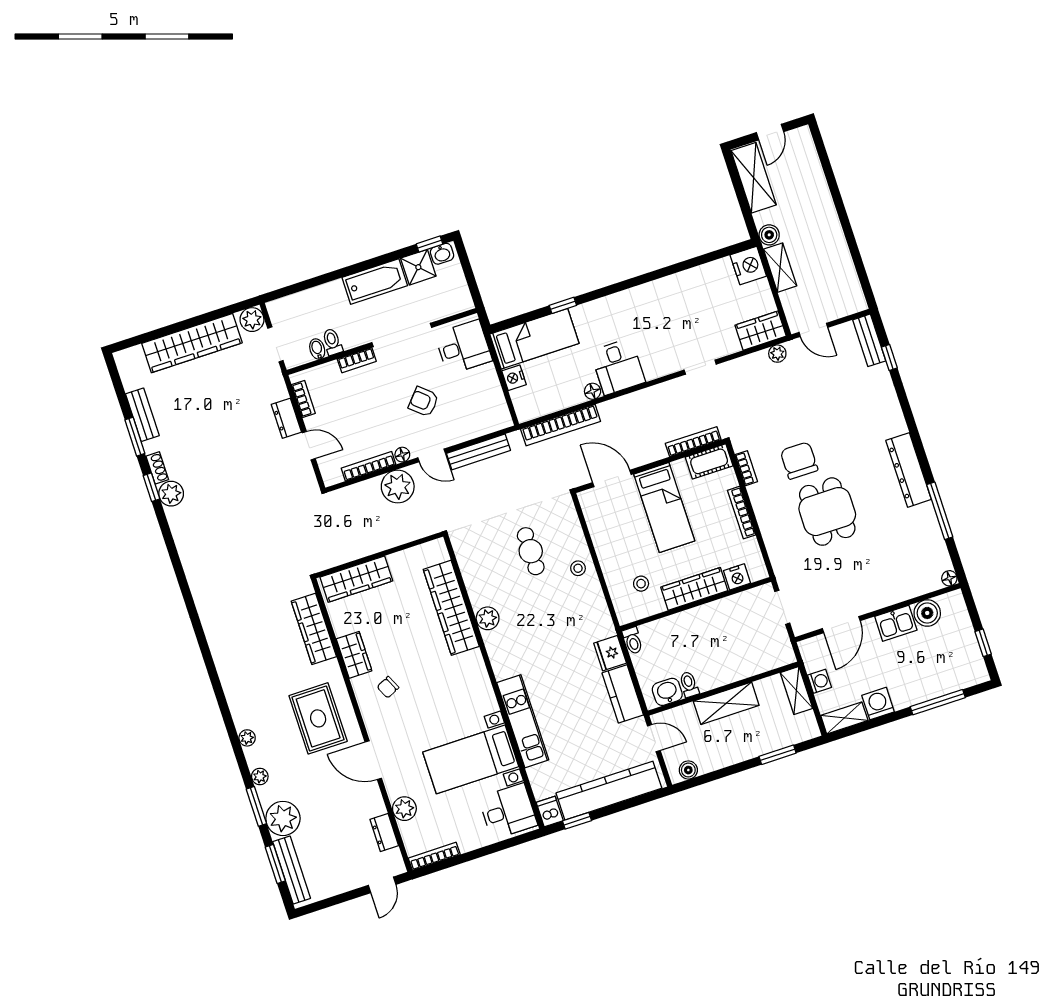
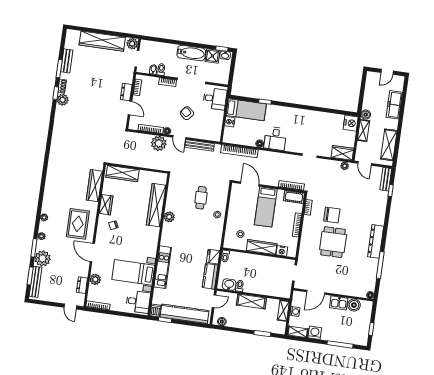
shelving: (754, 178) -> (389, 145), moved
freezer: (815, 189) -> (394, 105), added
chair: (799, 461) -> (332, 215), turned 90
door: (654, 738) -> (214, 301), hinge flipped
door: (382, 885) -> (70, 307), hinge flipped

